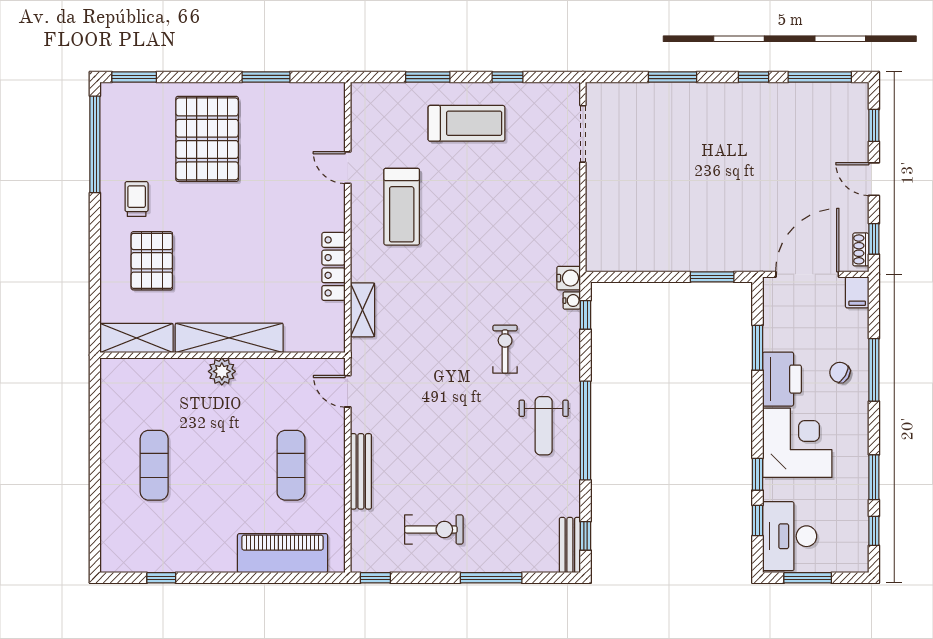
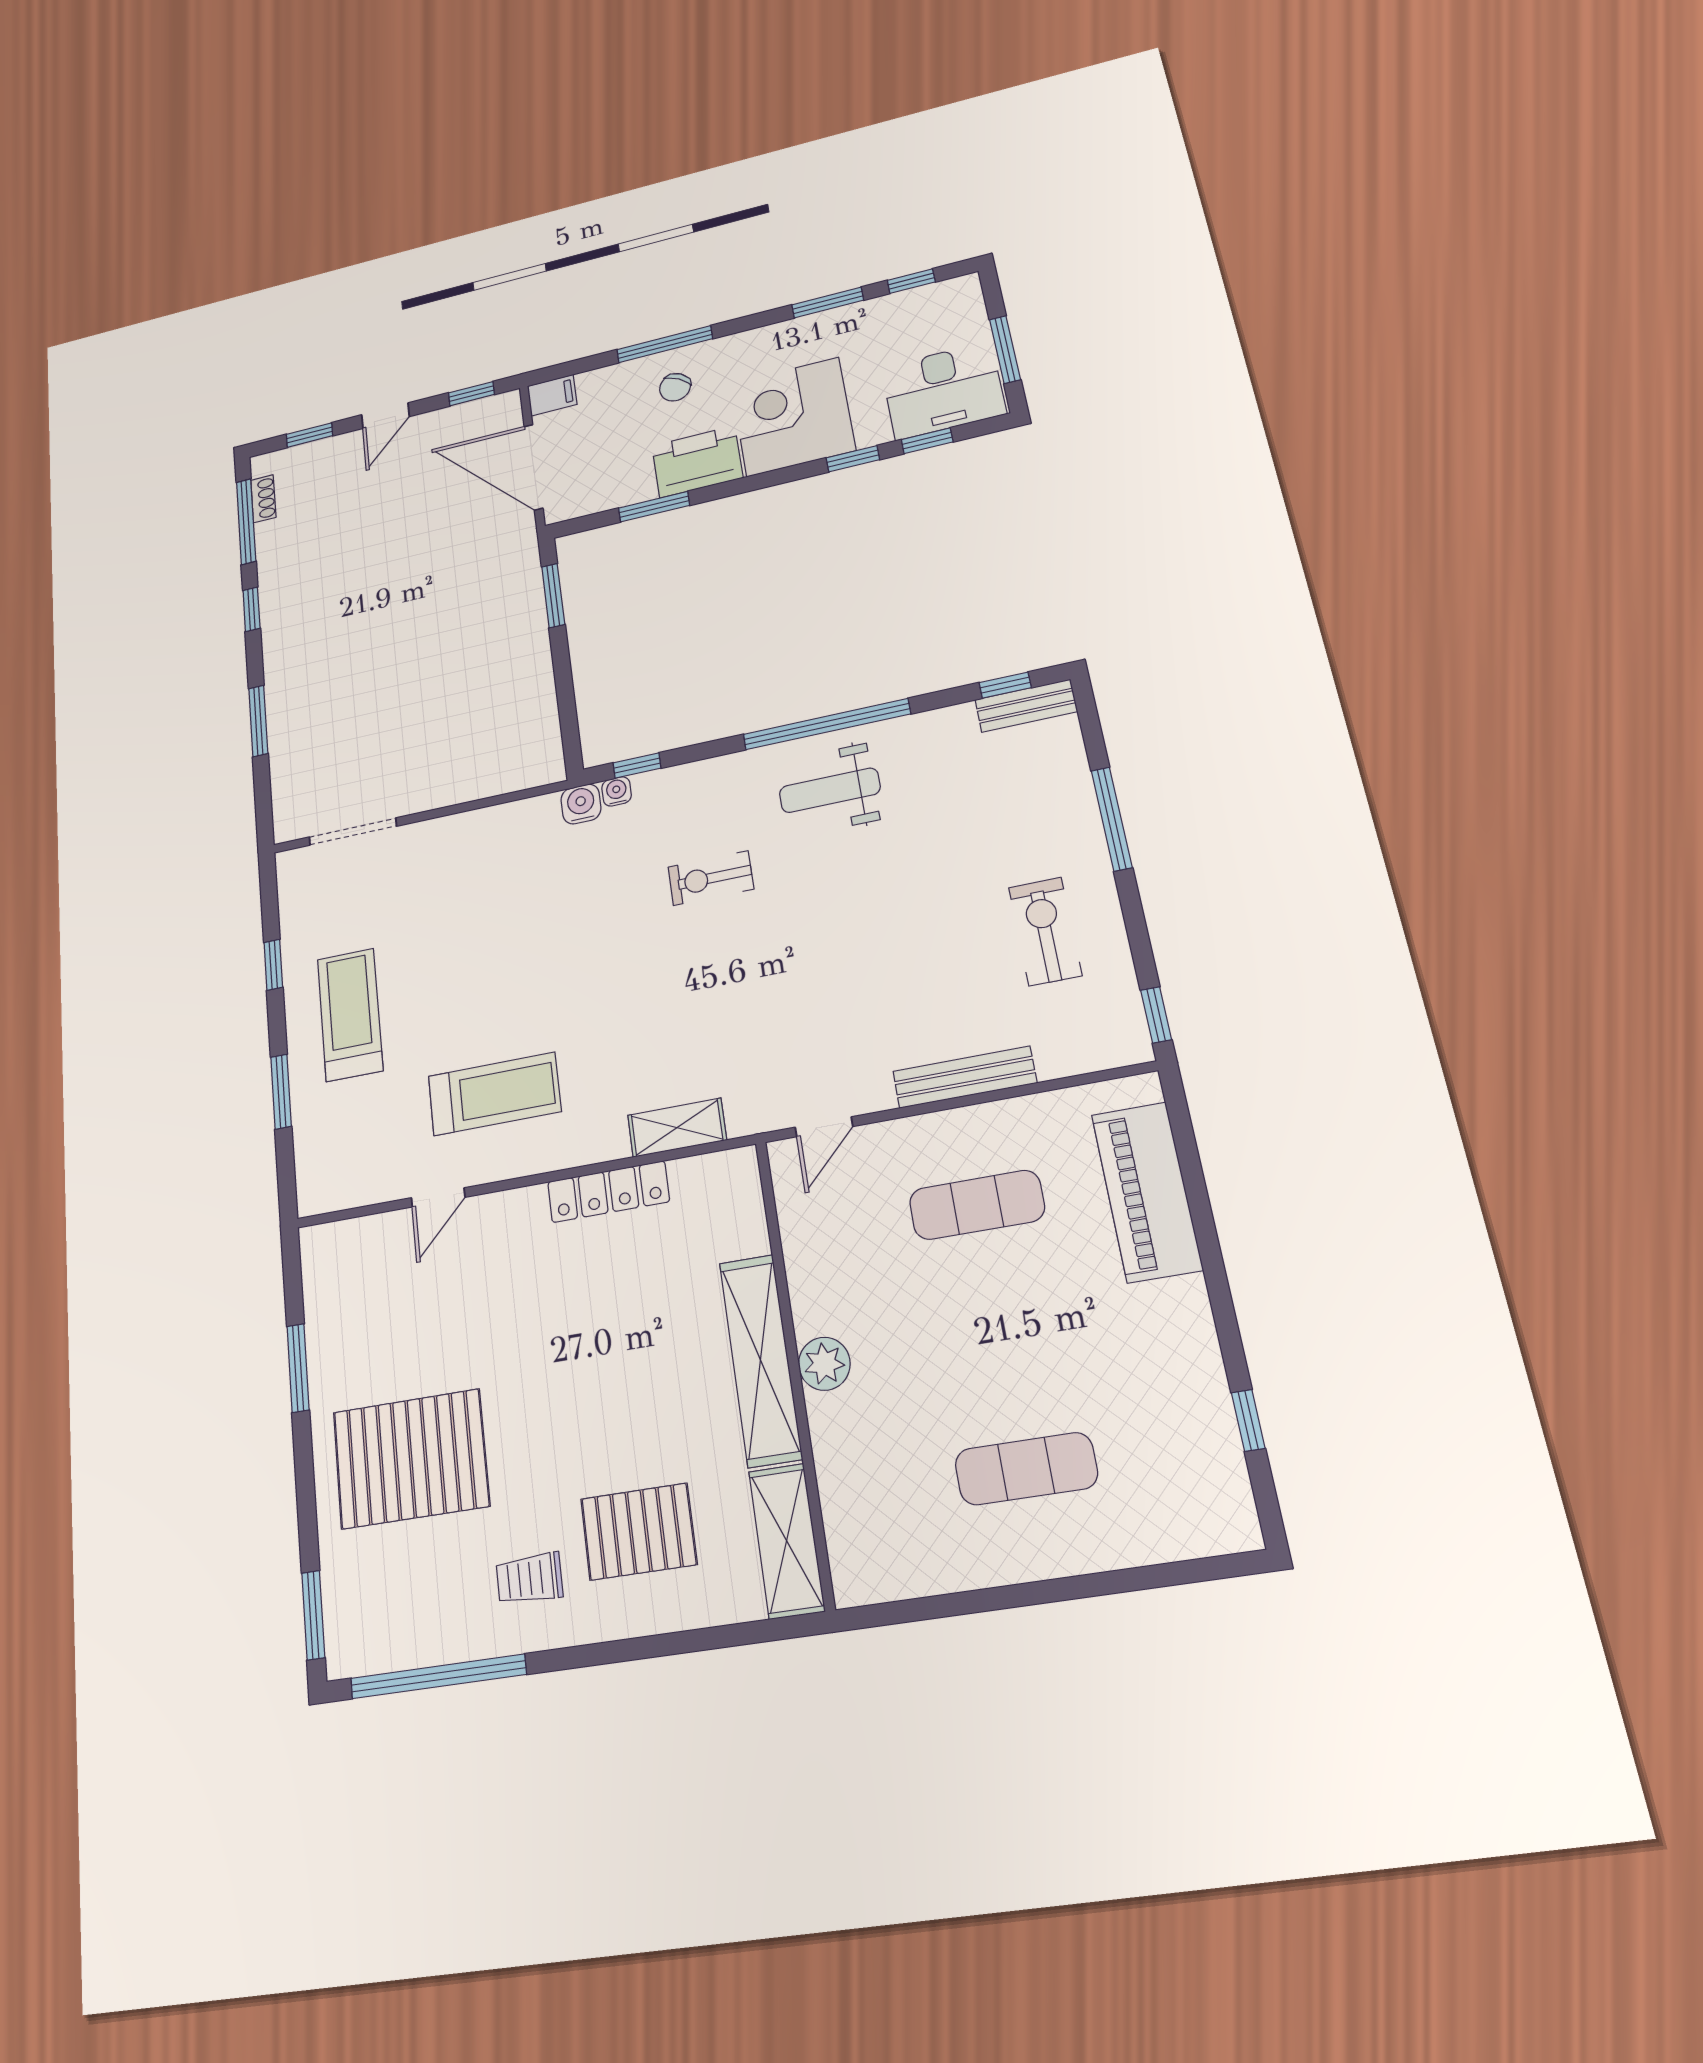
shoe rack: (861, 249) -> (263, 499), moved, turned -90
weight bench: (544, 426) -> (830, 790), turned 180

